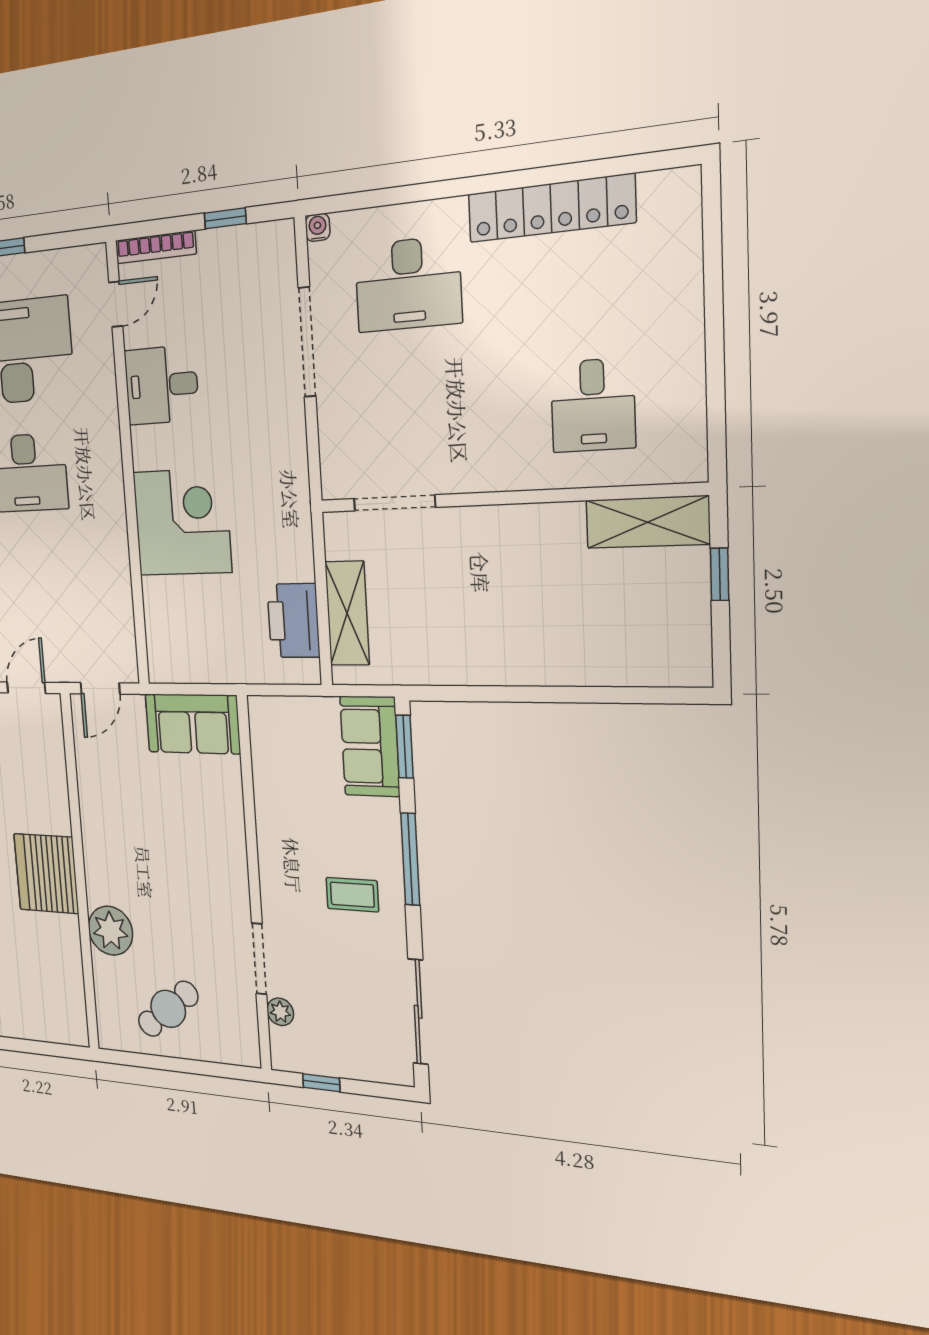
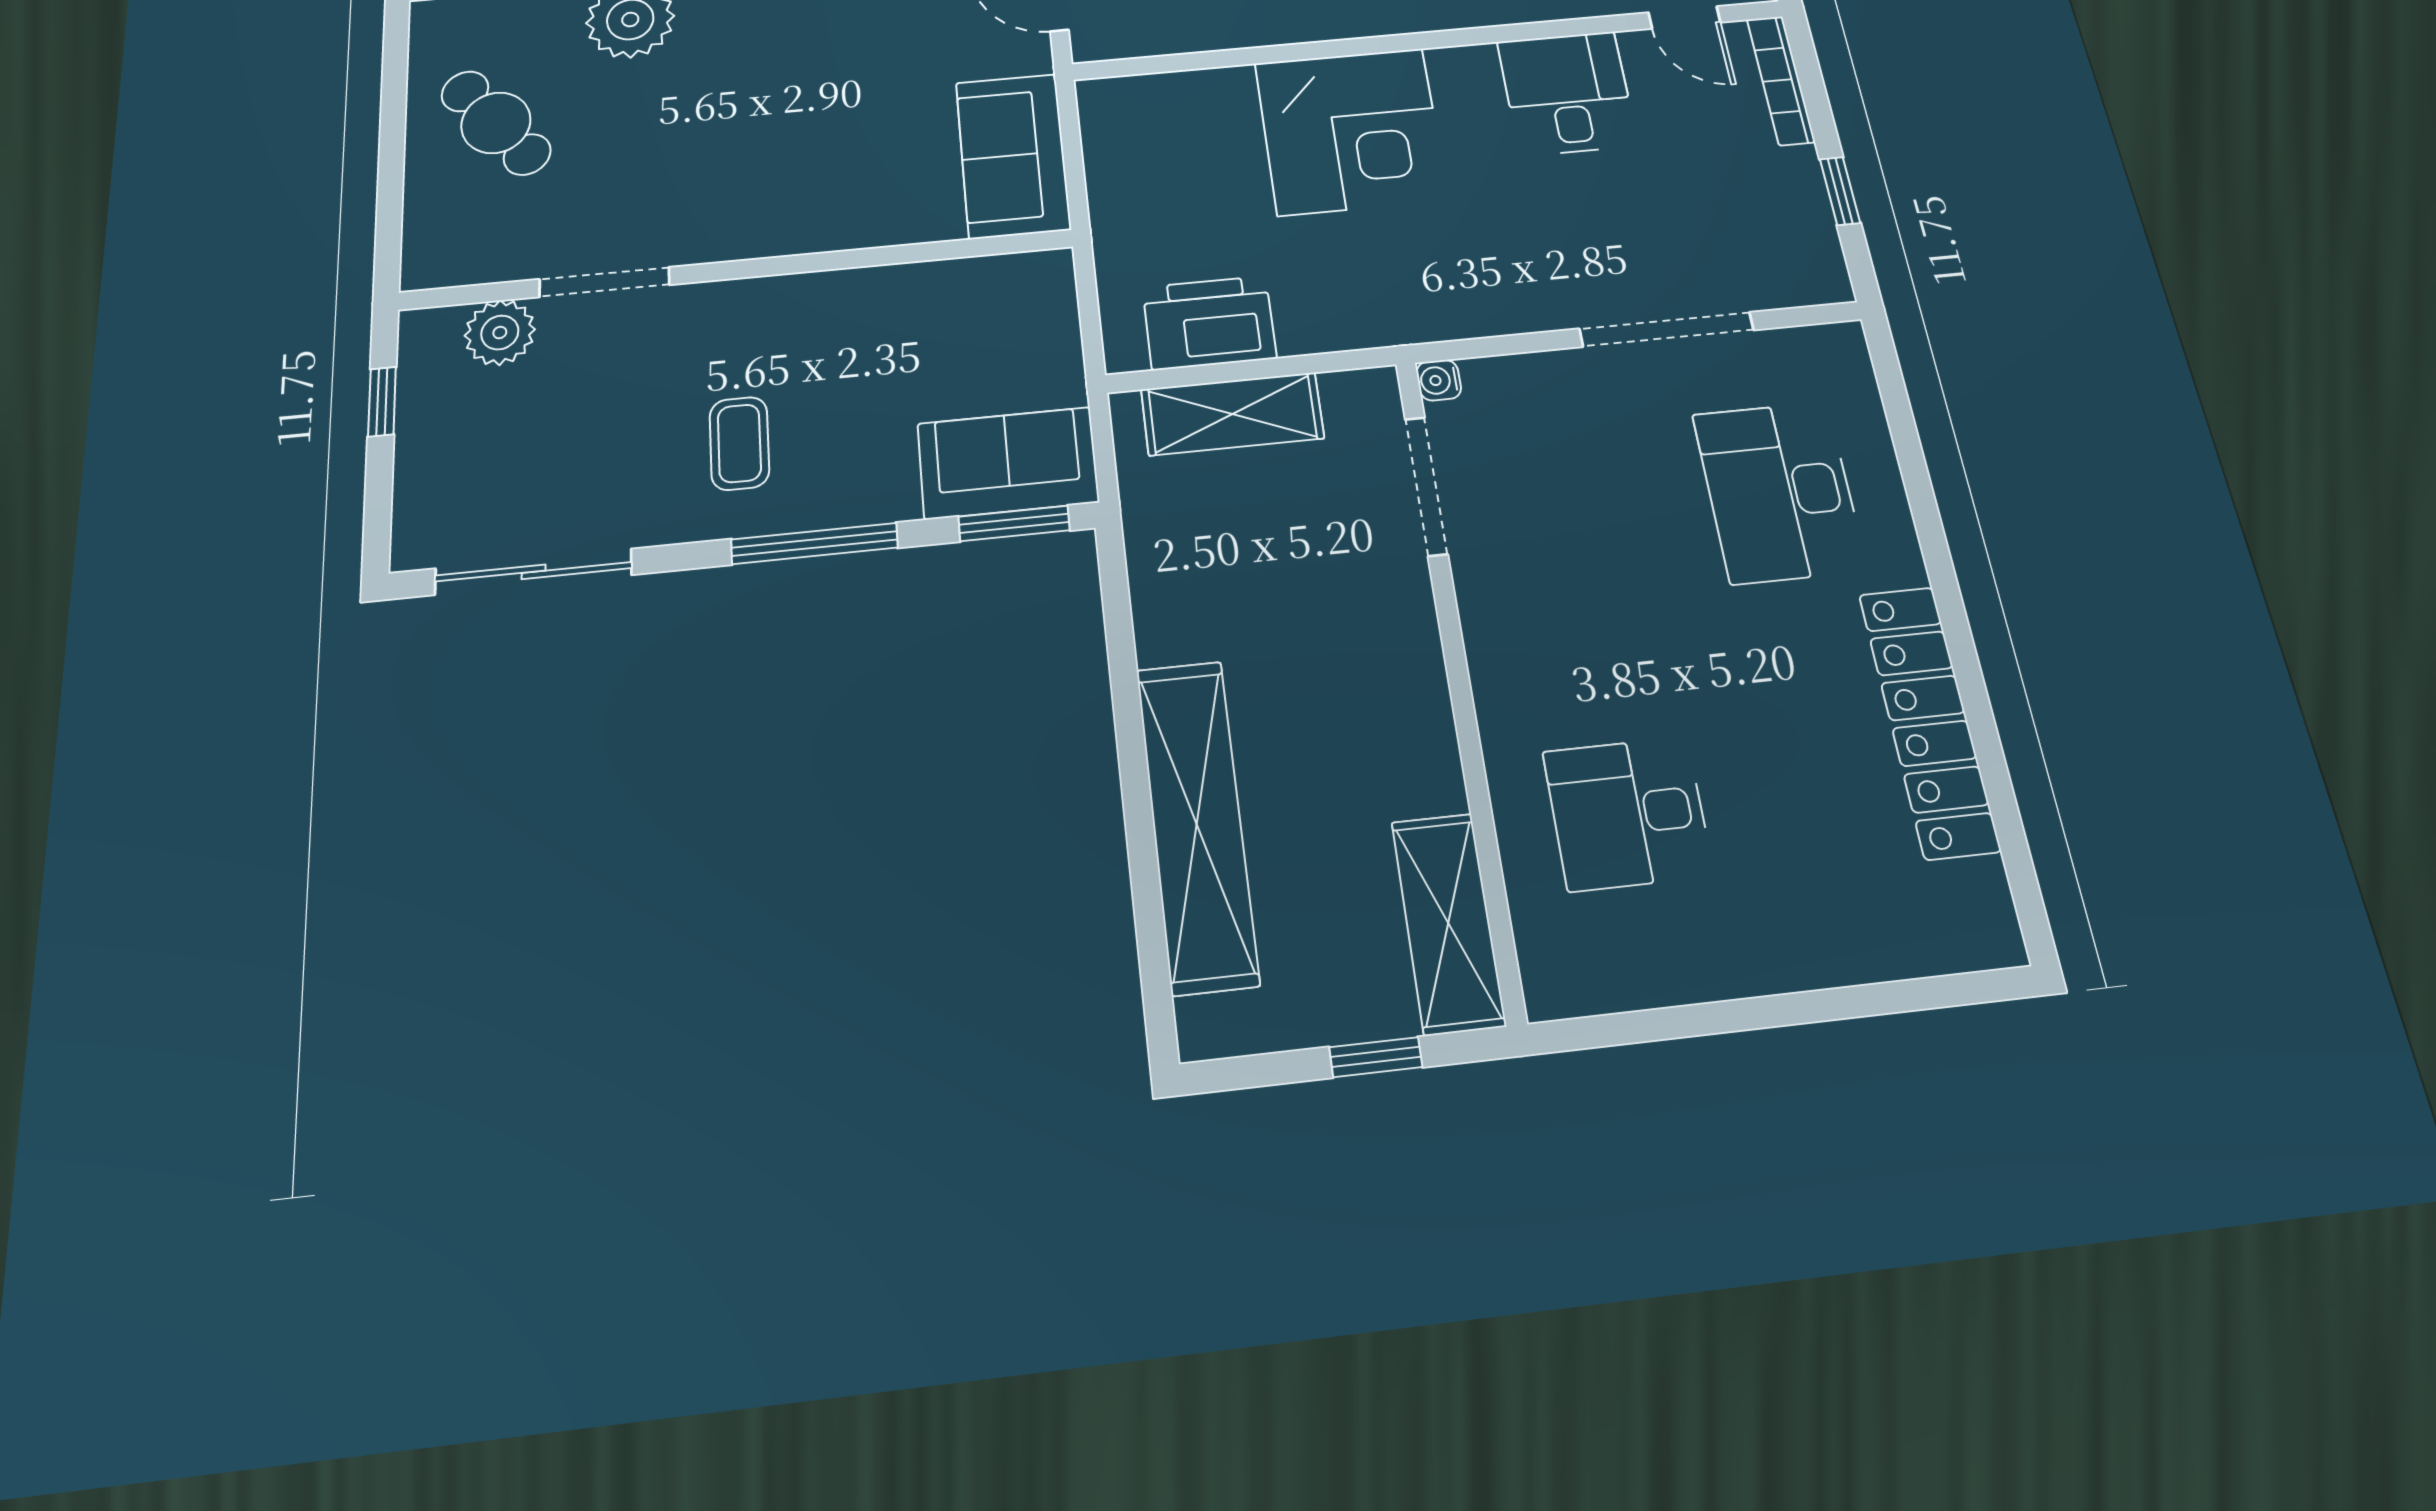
water cooler: (318, 227) -> (1439, 380), moved, turned 180
shelving: (581, 662) -> (1197, 824), added
plant: (280, 1012) -> (500, 333), width x1.38, depth x1.38

